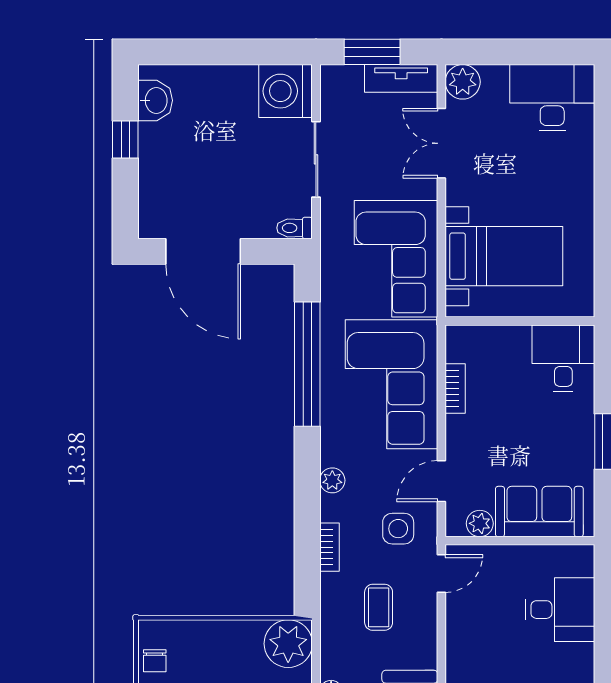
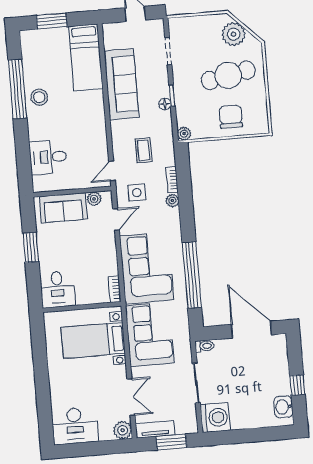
bookcase: (455, 388) -> (115, 289), moved
plant: (332, 480) -> (172, 201), moved
plant: (288, 644) -> (184, 134), width x0.53, depth x0.53
chair: (155, 661) -> (231, 117), moved, width x1.87, depth x1.87

